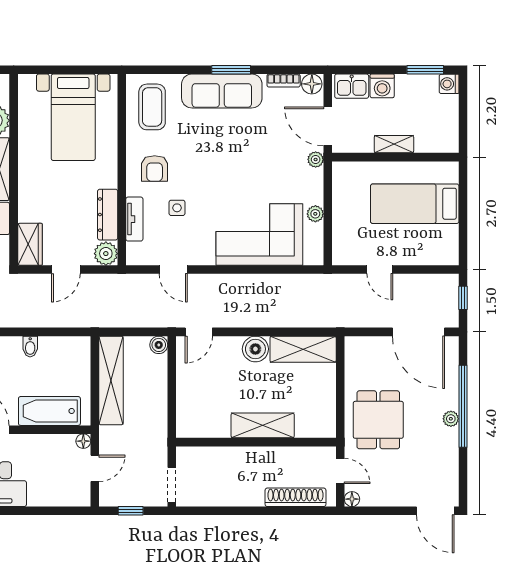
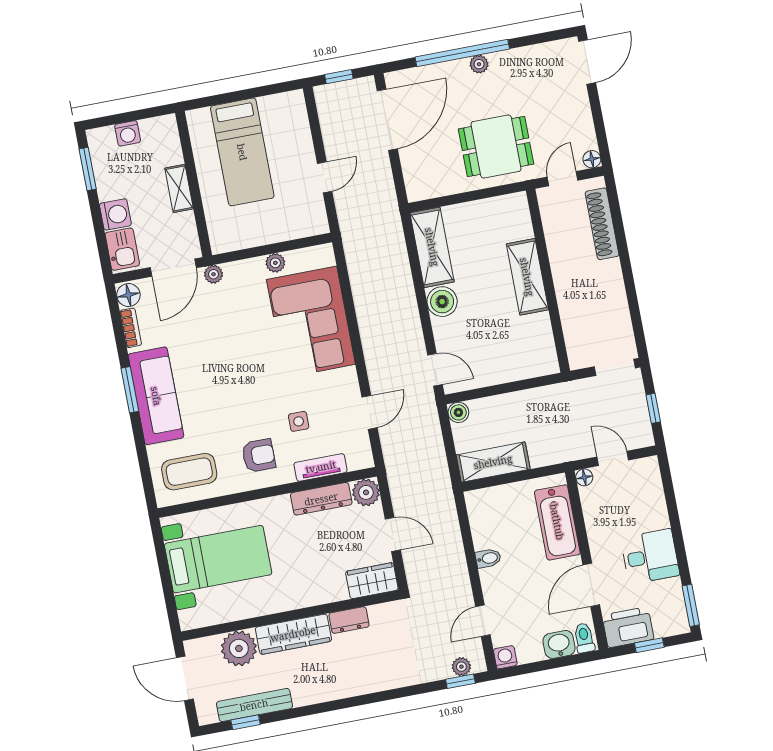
washing machine: (449, 84) -> (128, 133), moved
shelving: (111, 380) -> (493, 462), width x0.68

